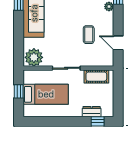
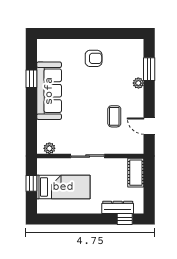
plant: (34, 57) -> (49, 148), width x0.53, depth x0.53
cot: (96, 77) -> (136, 173), moved, turned 90
dresser: (92, 112) -> (118, 207), width x1.44

